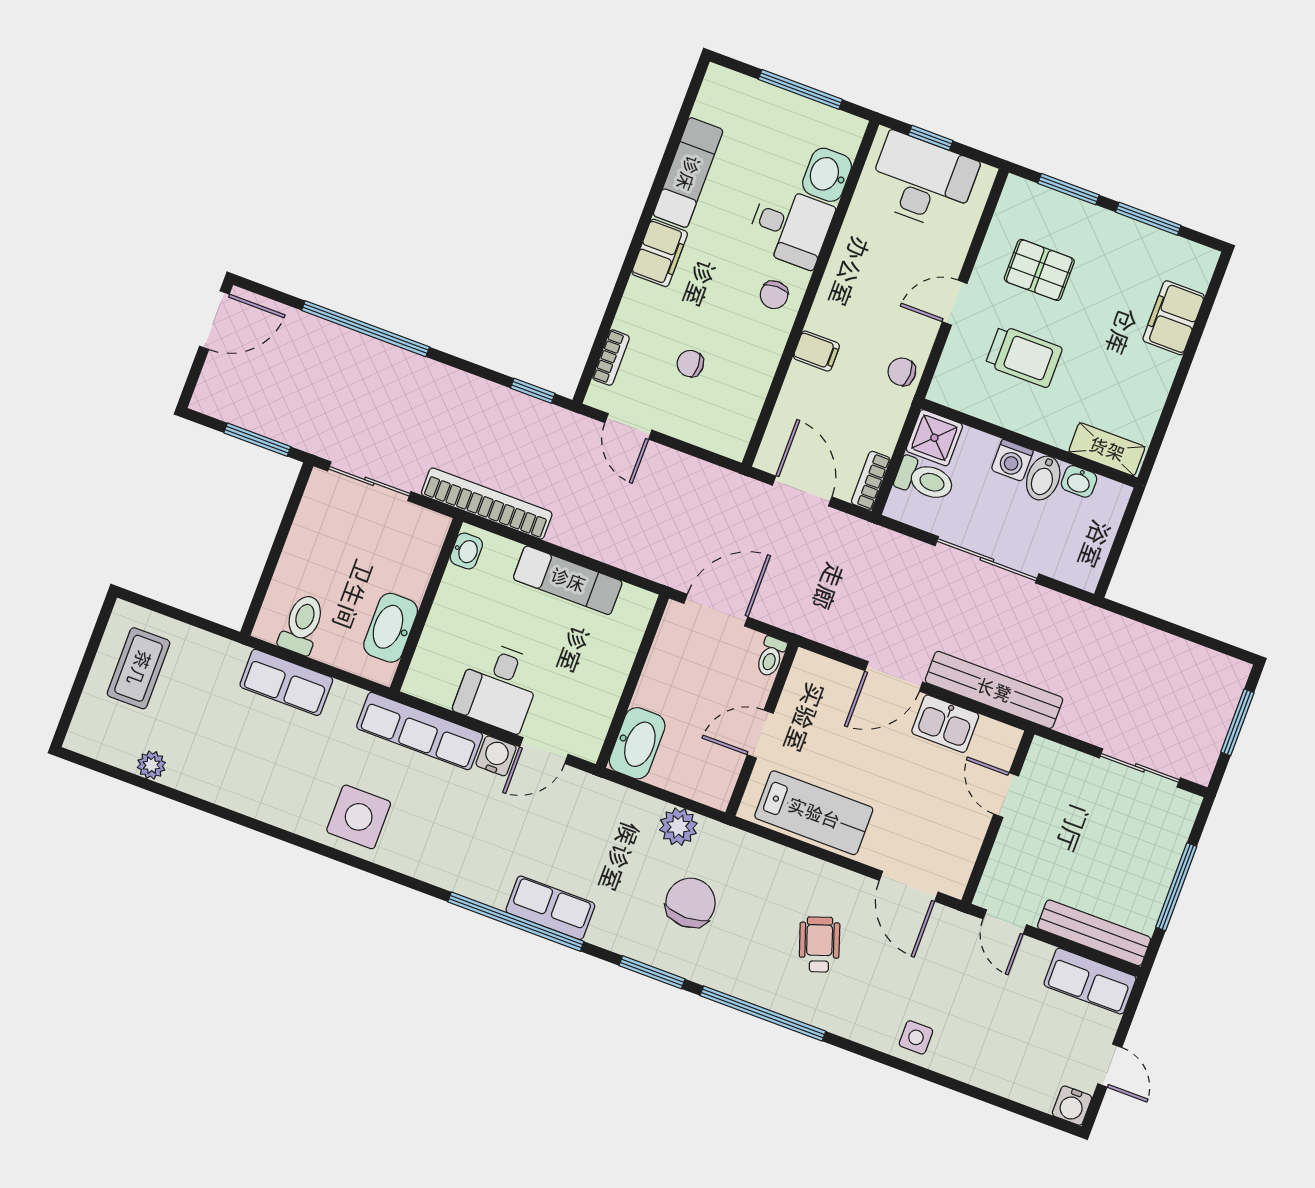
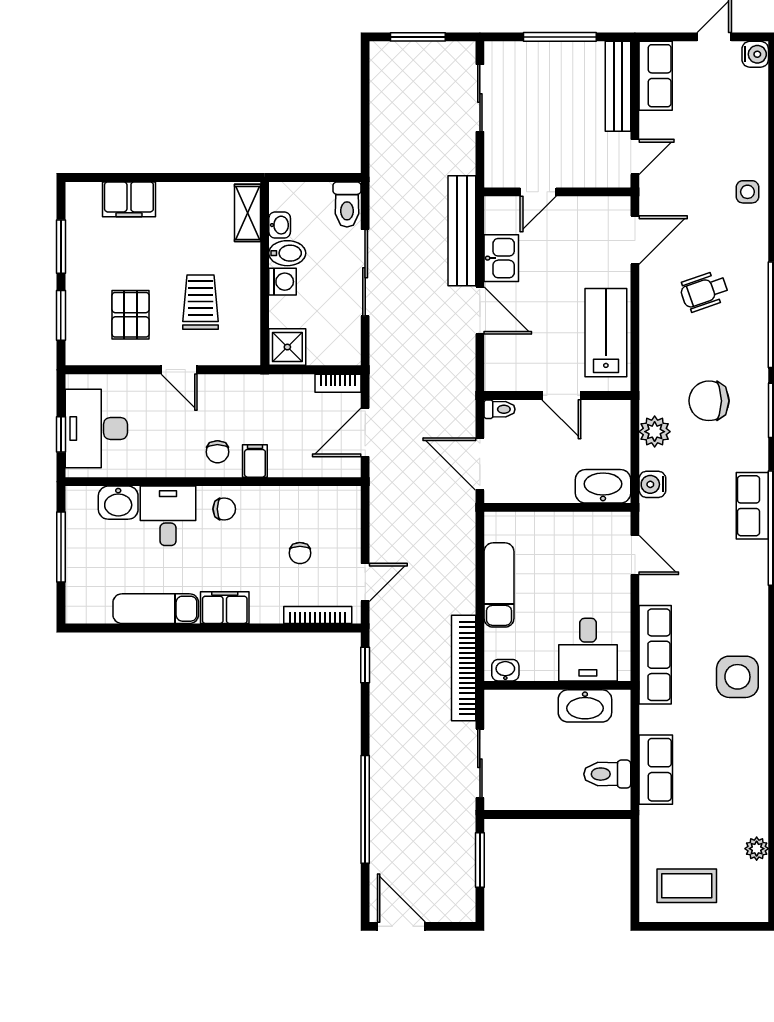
bookcase: (611, 358) -> (318, 615), width x1.56
chair: (902, 372) -> (217, 452), moved
toilet: (925, 479) -> (347, 205), moved, turned 180
desk: (499, 687) -> (588, 650), moved, turned 90
water cooler: (496, 756) -> (652, 484), moved

